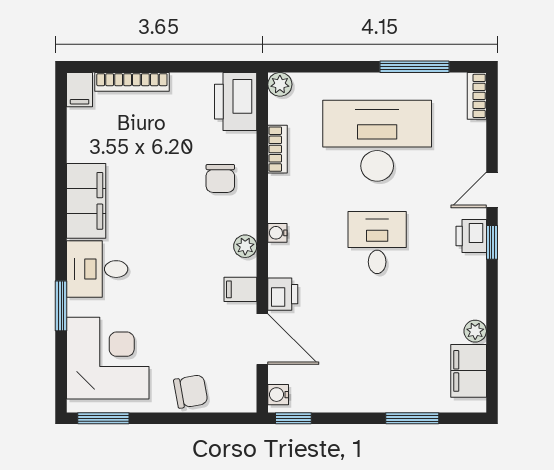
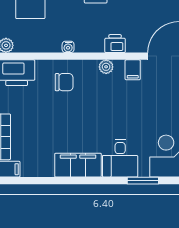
bookcase: (278, 149) -> (46, 47), removed
water cooler: (277, 233) -> (68, 47), moved
printer: (283, 294) -> (115, 44), moved

